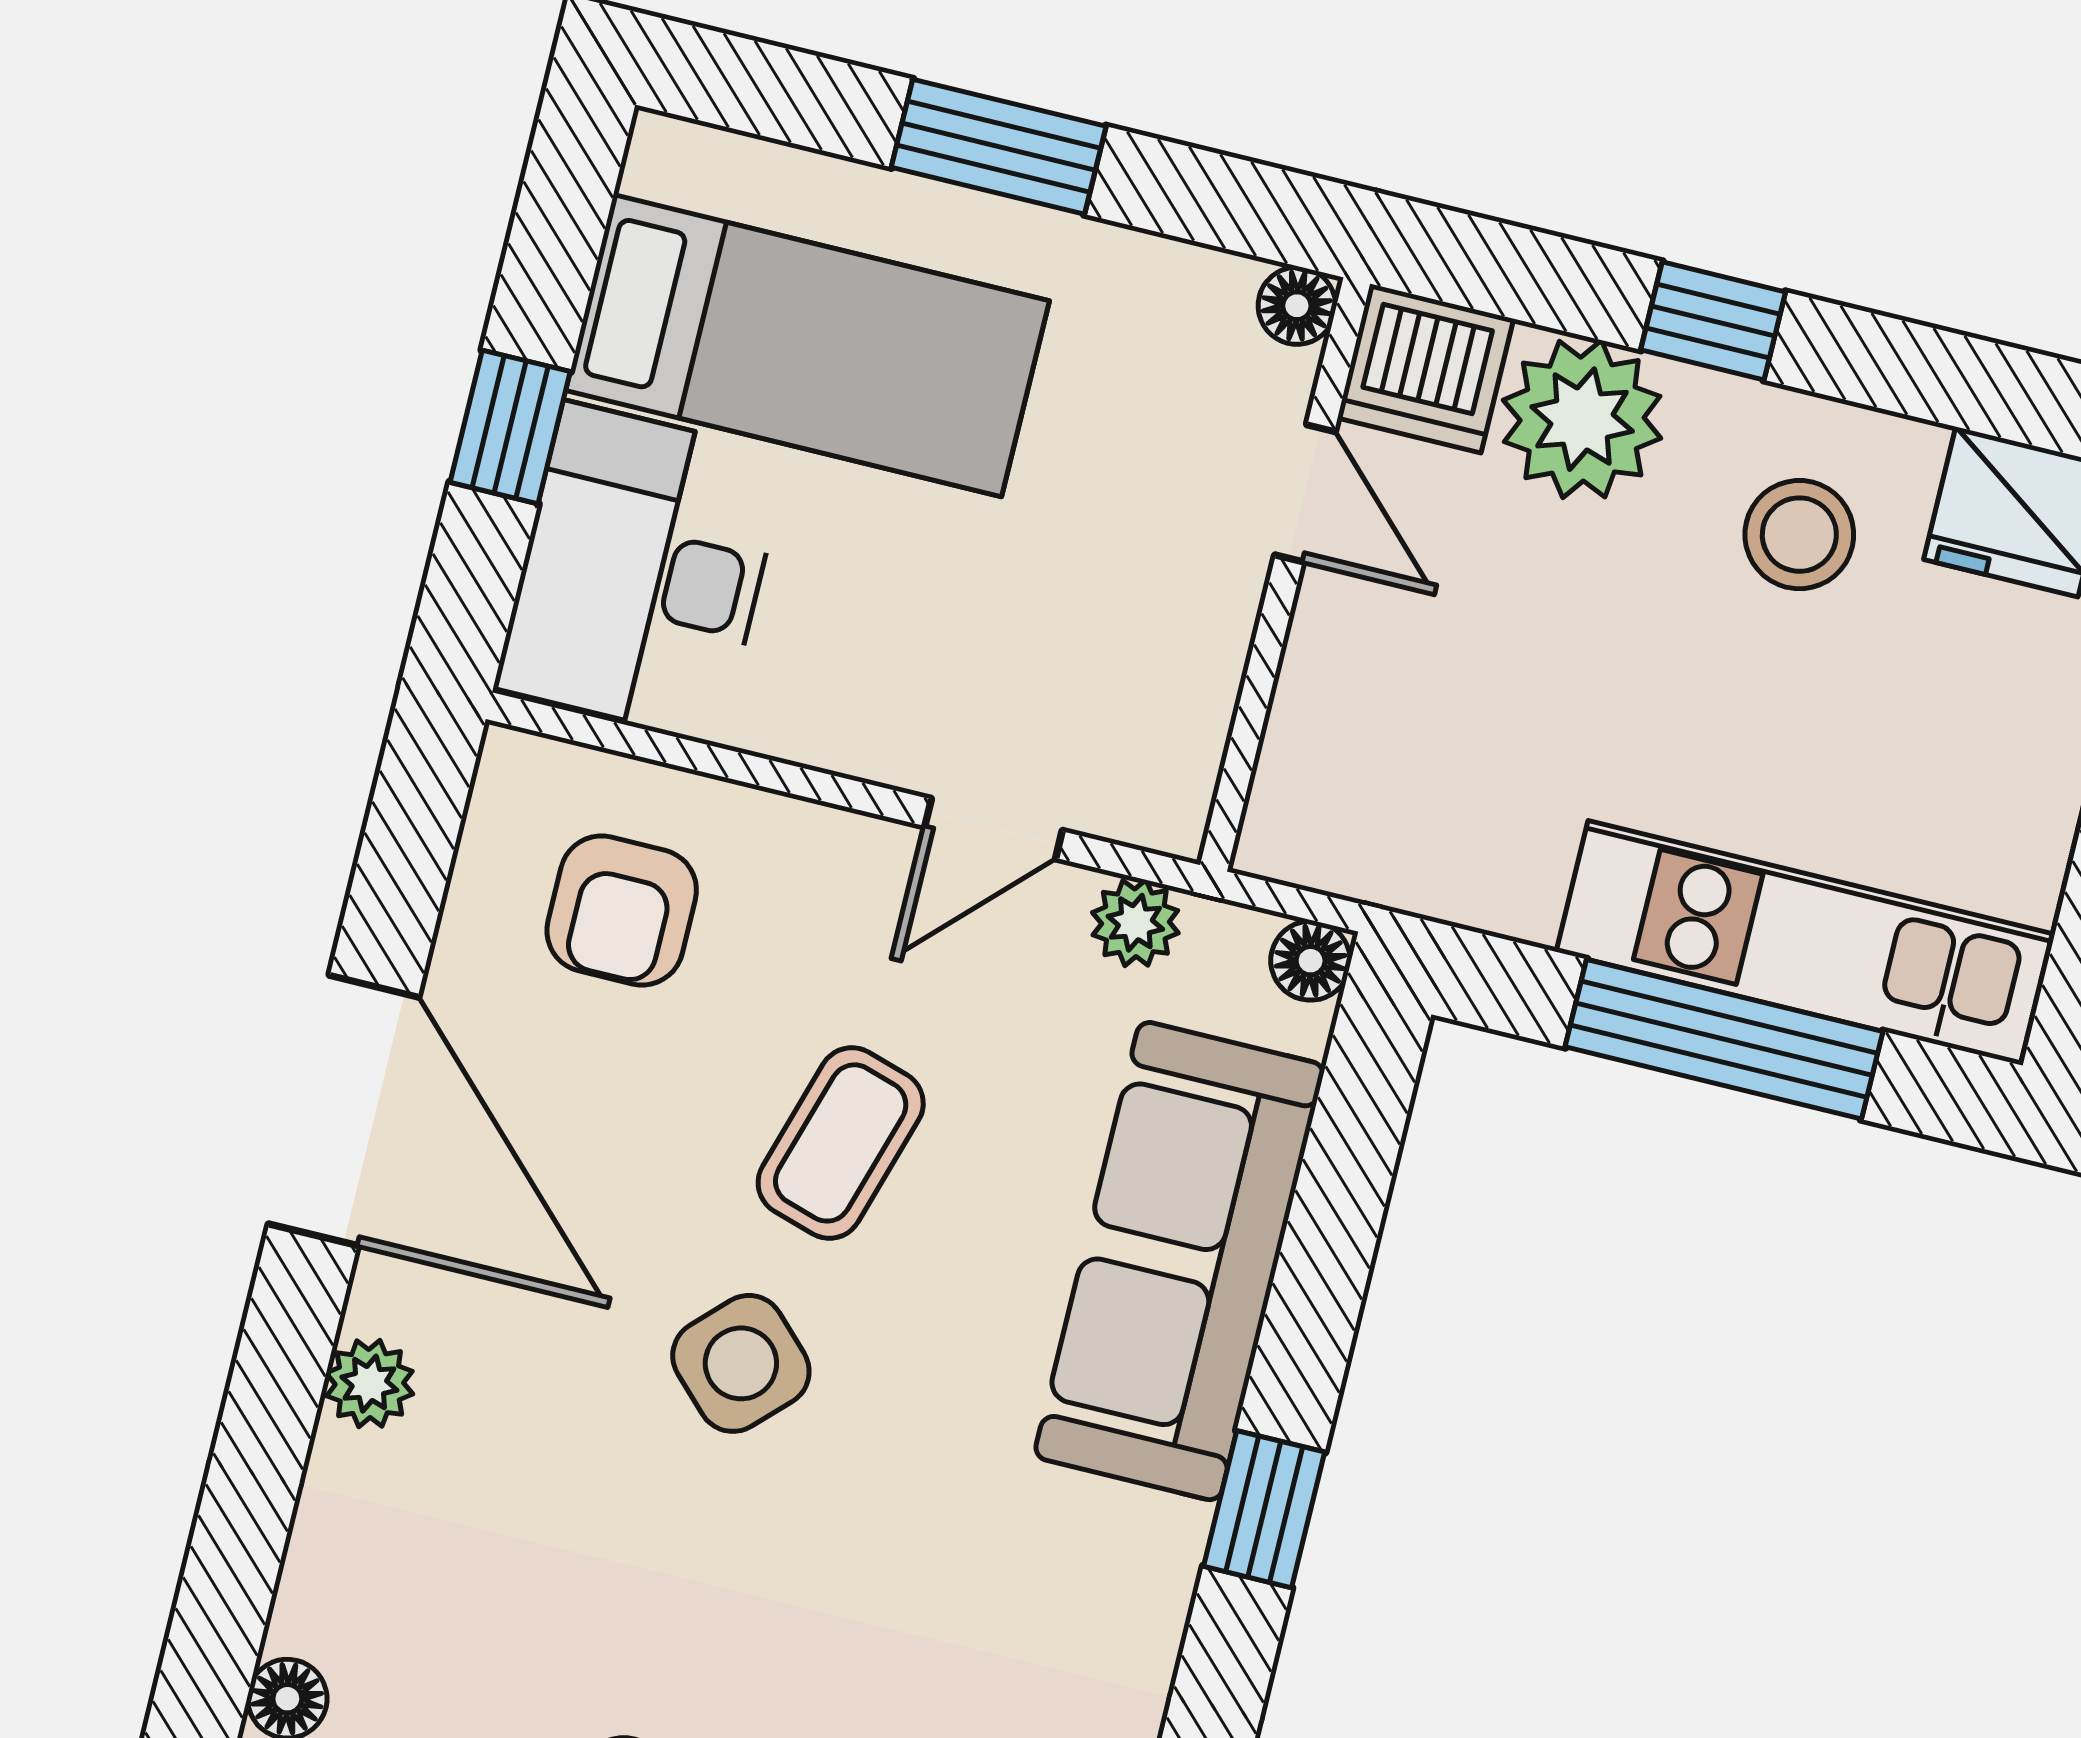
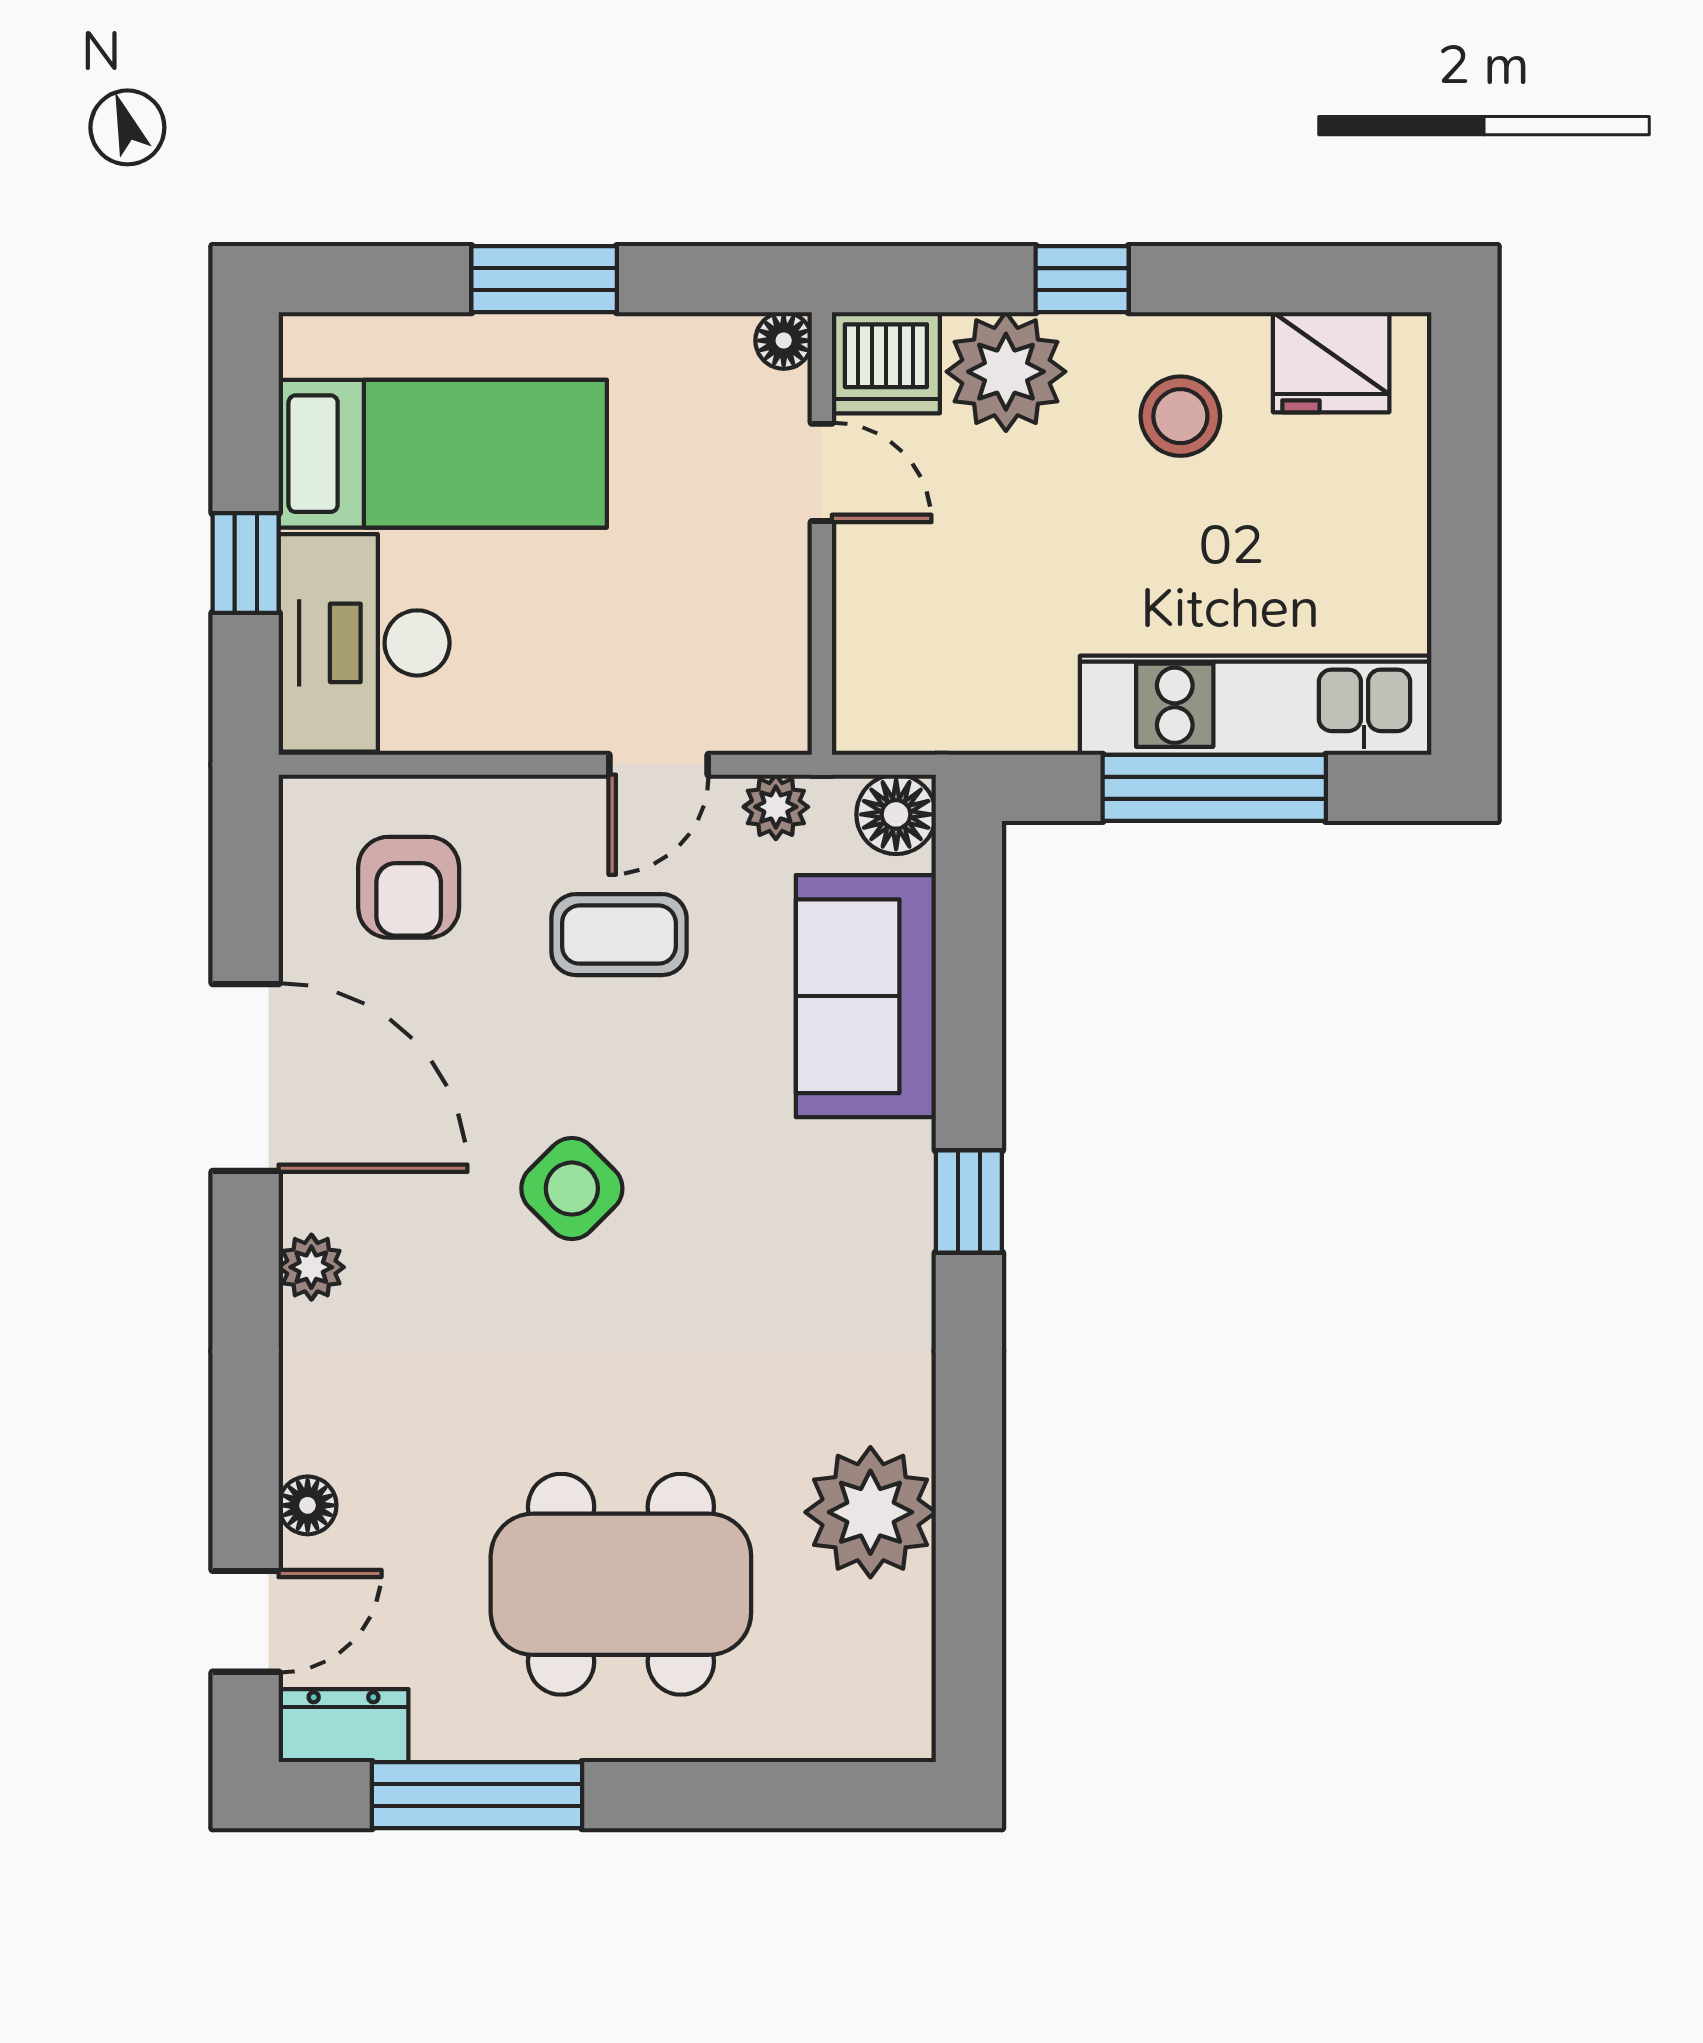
floor lamp: (1311, 961) -> (896, 814), width x1.37, depth x1.37
coffee table: (841, 1143) -> (619, 935), moved, turned 73
sofa: (1180, 1261) -> (866, 996), width x0.73

